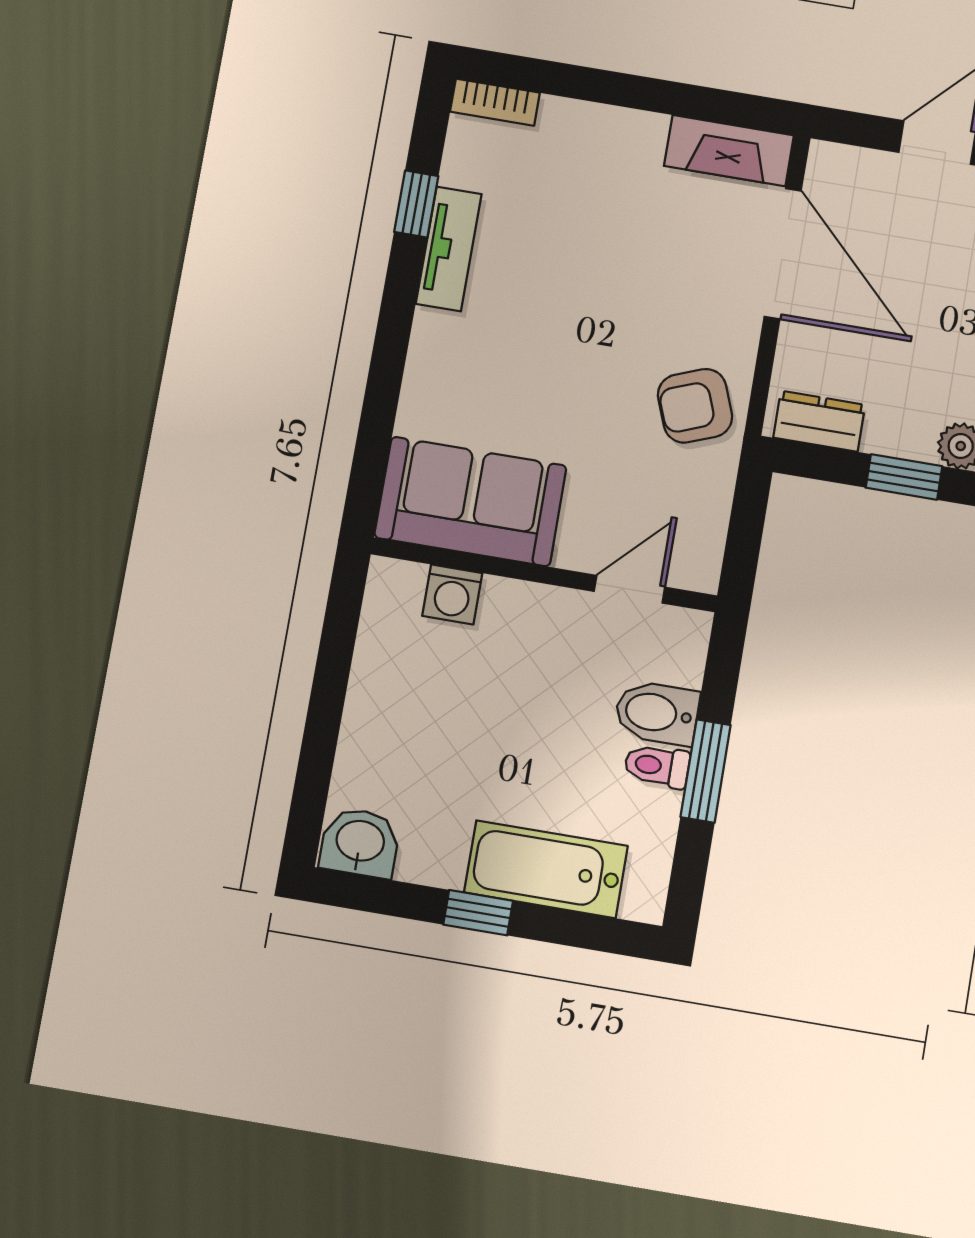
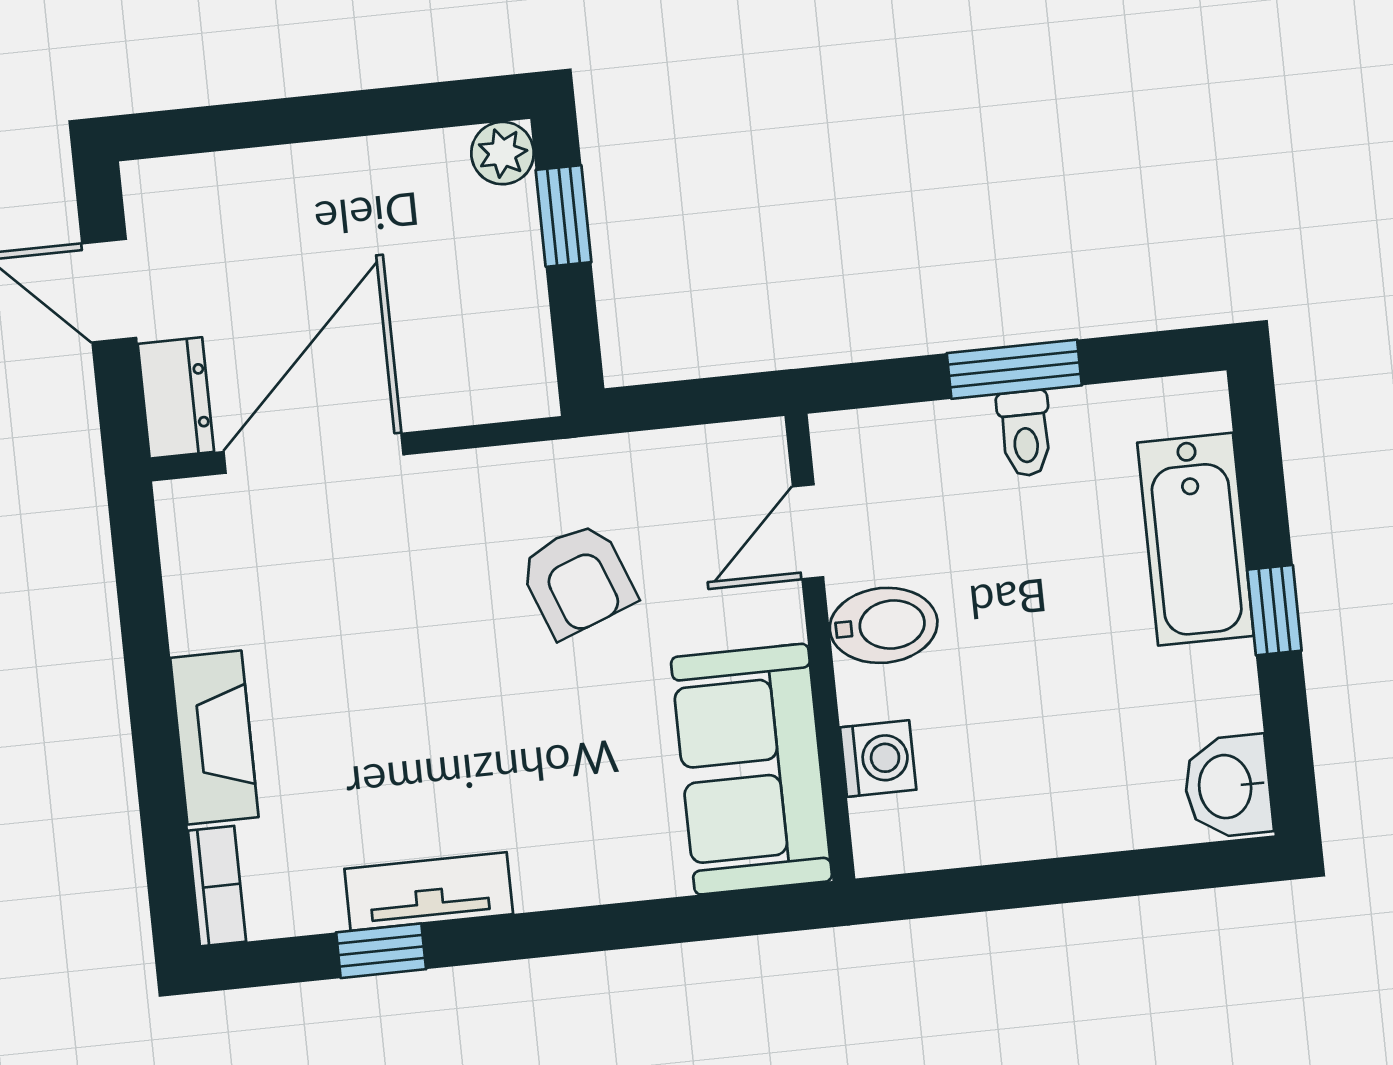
fireplace: (729, 151) -> (214, 737), moved
armchair: (695, 406) -> (577, 580), moved
dresser: (819, 421) -> (176, 398), moved, turned 180
door: (629, 589) -> (808, 532), hinge flipped
bidet: (657, 713) -> (884, 625), moved, turned -90

